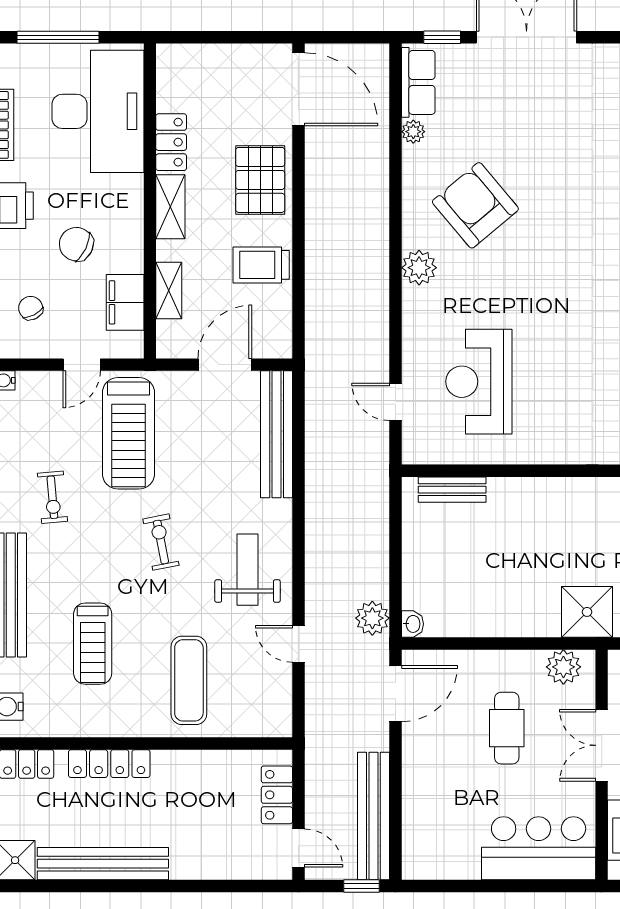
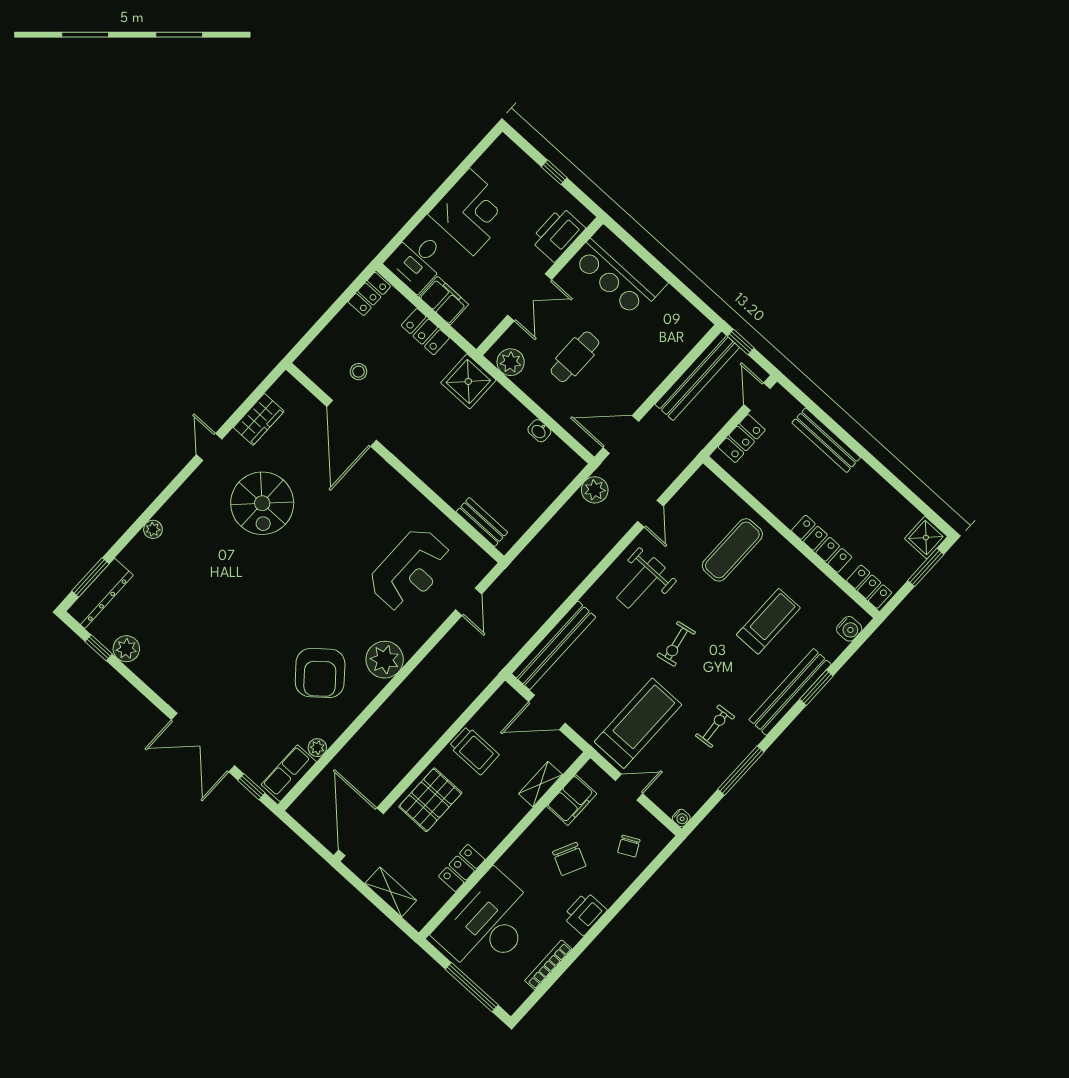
shelving: (170, 207) -> (391, 892), moved, turned 90
plant: (419, 268) -> (385, 660), width x1.36, depth x1.36
washbasin: (412, 624) -> (539, 431), moved, turned -90
bench: (103, 864) -> (826, 440), moved, width x0.73, depth x0.82

